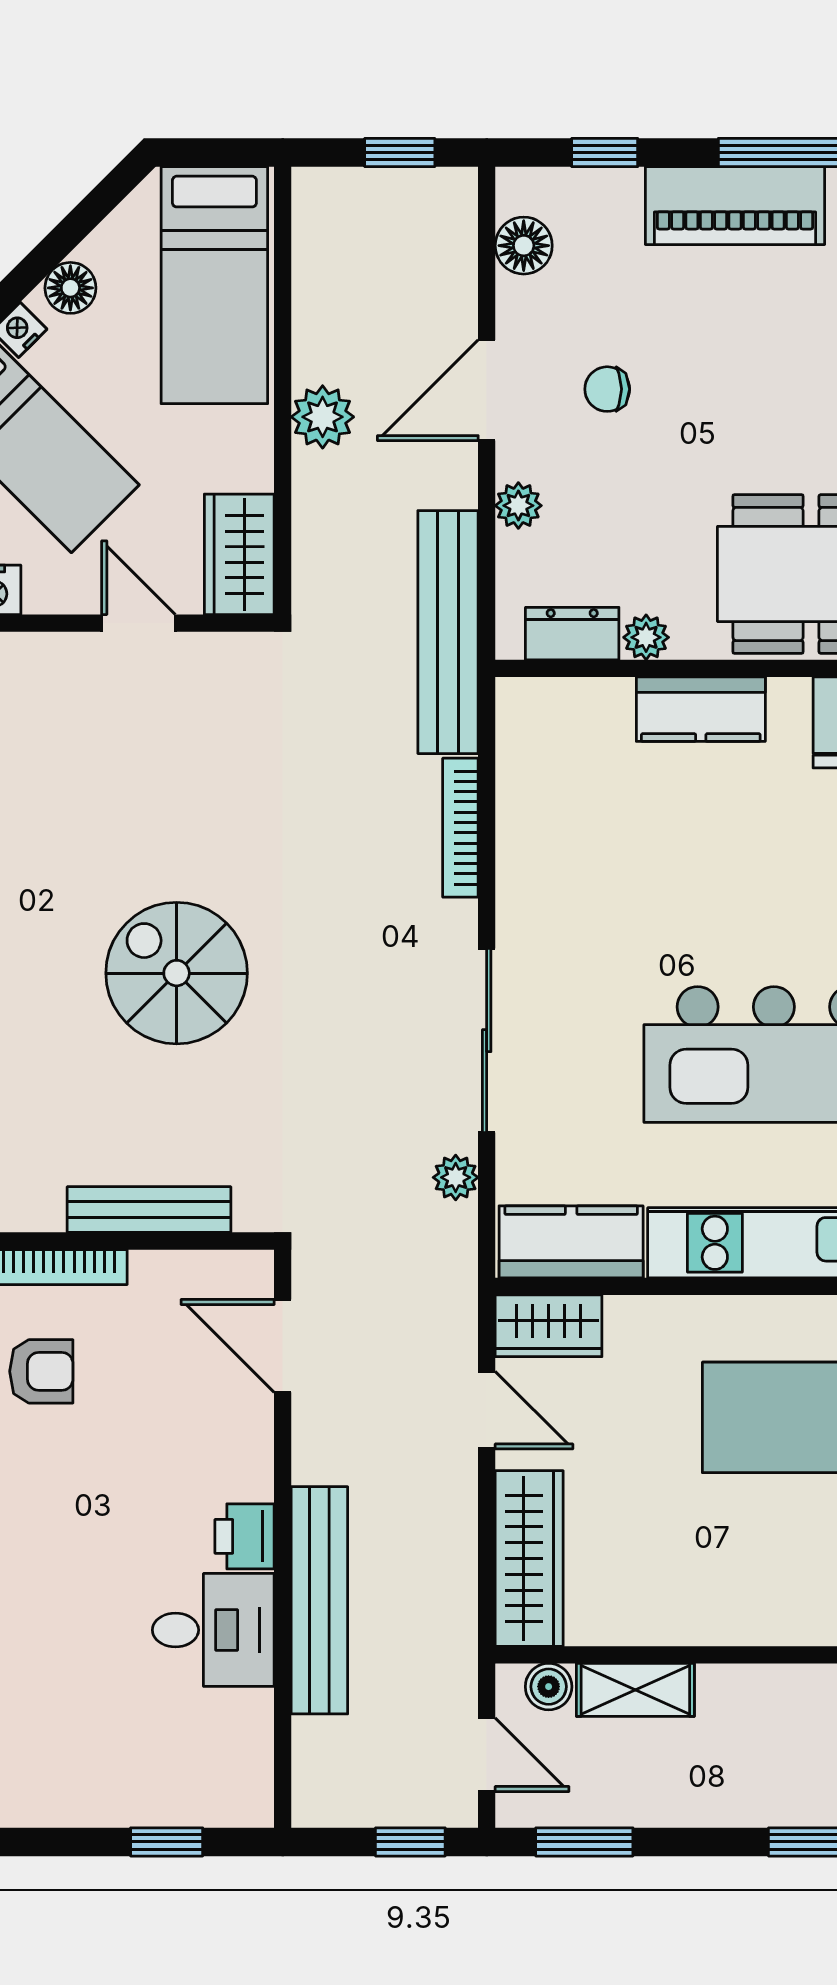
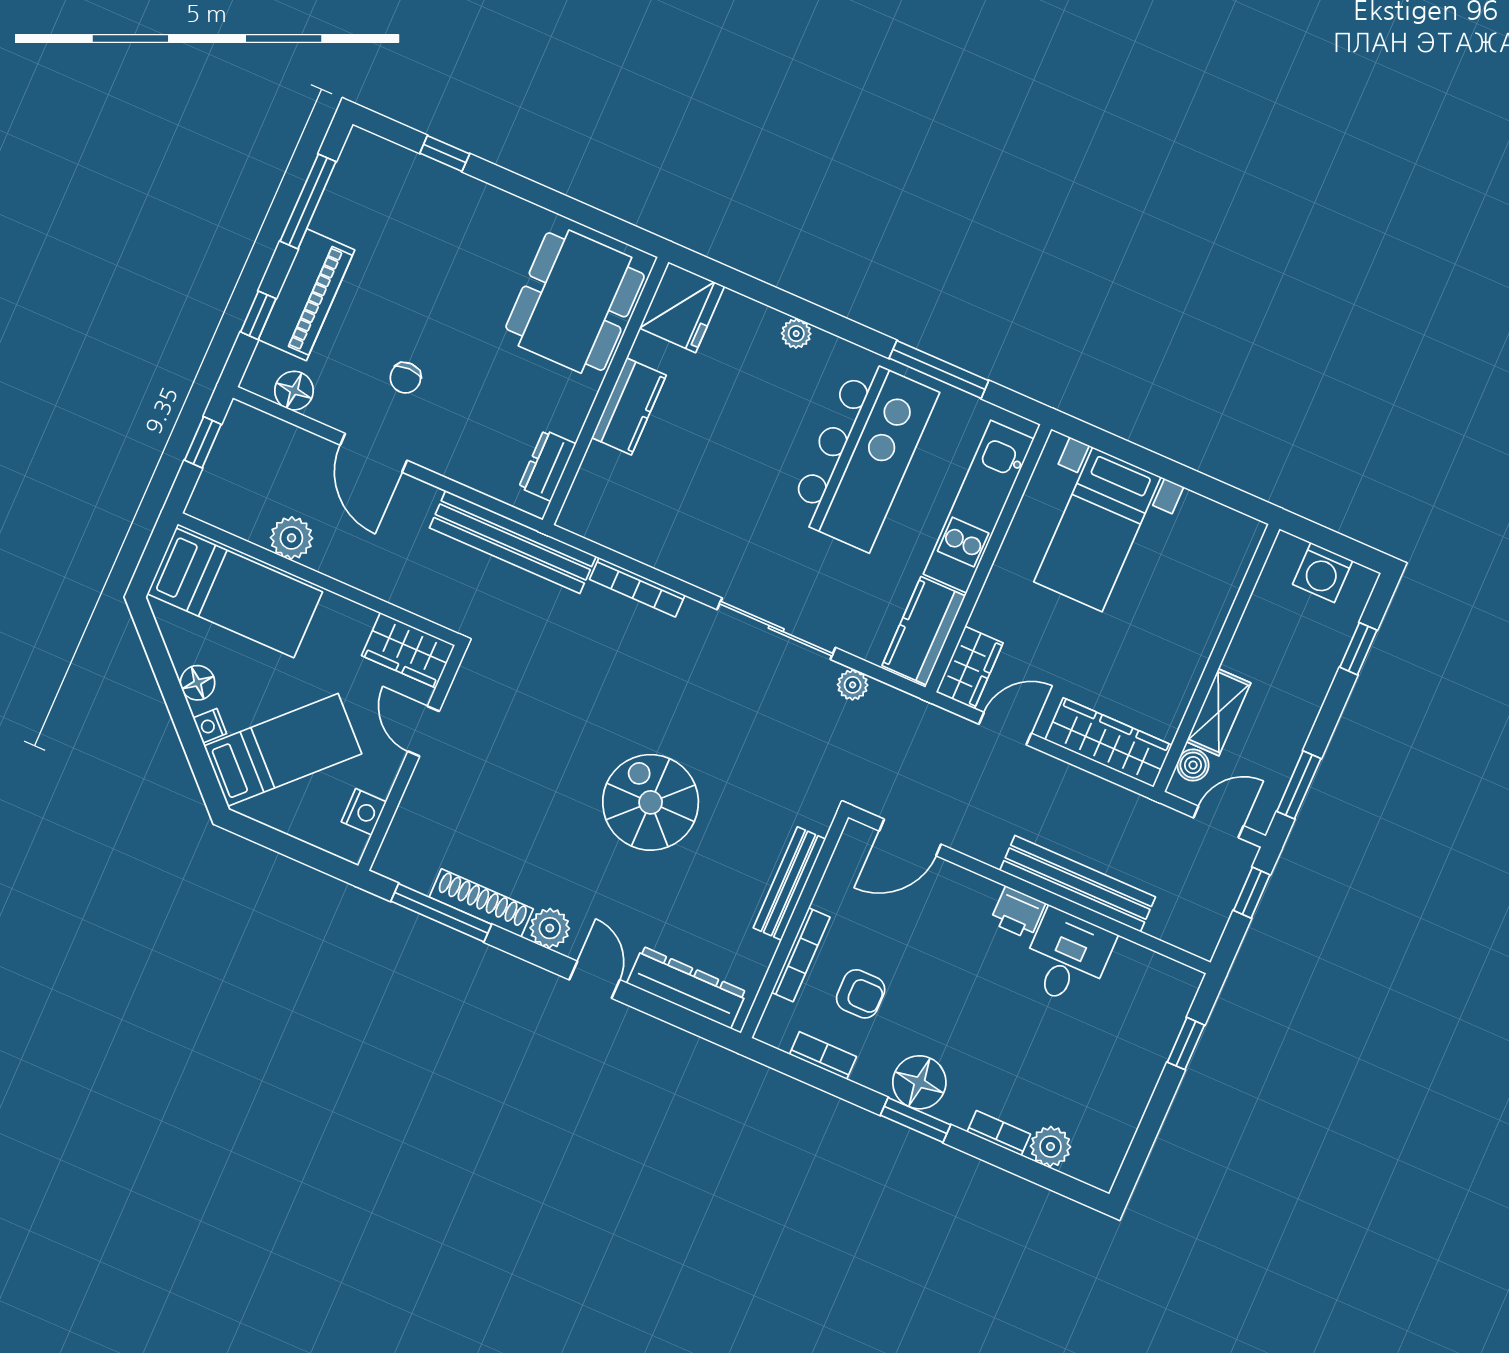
piano: (735, 206) -> (306, 295), moved
plant: (323, 417) -> (291, 538), moved
plant: (518, 506) -> (453, 464), removed
door: (139, 623) -> (424, 731), hinge flipped
plant: (646, 637) -> (570, 421), removed
spiral stairs: (177, 973) -> (651, 802), turned 90
armchair: (41, 1371) -> (861, 994), turned 90

